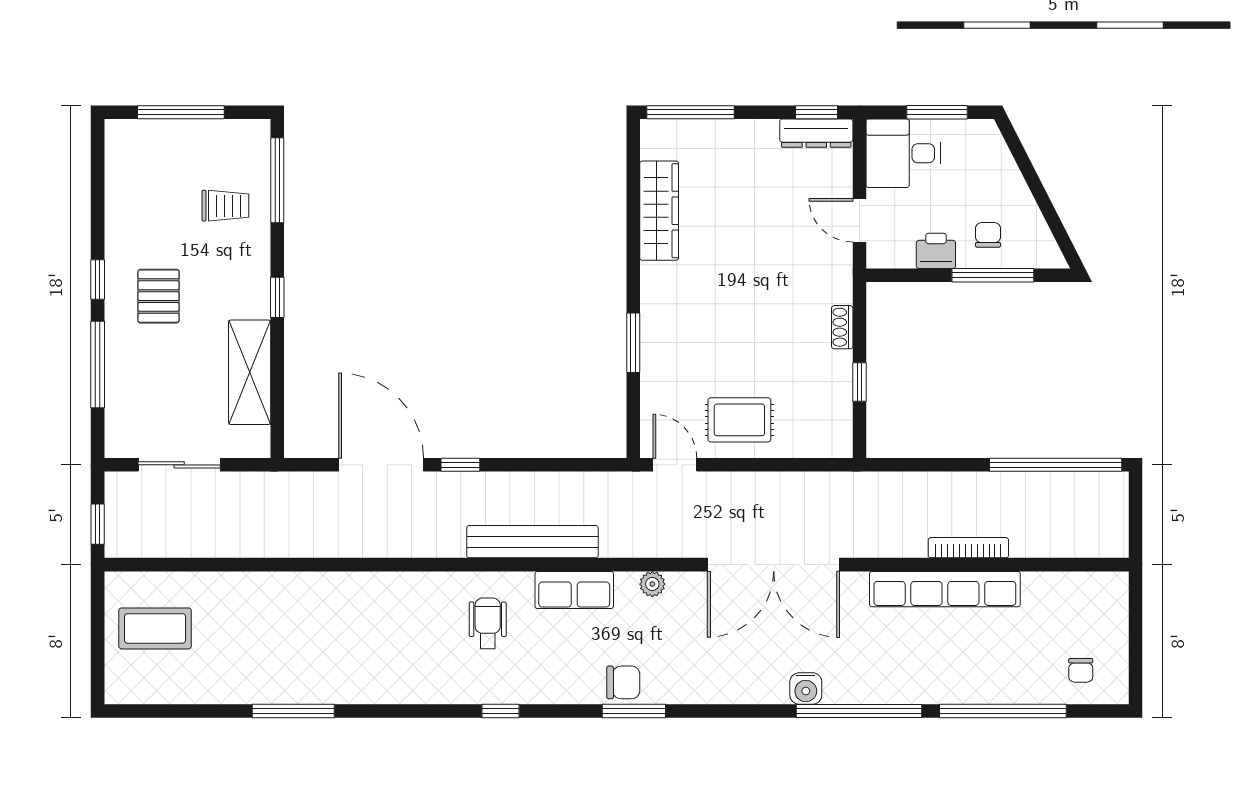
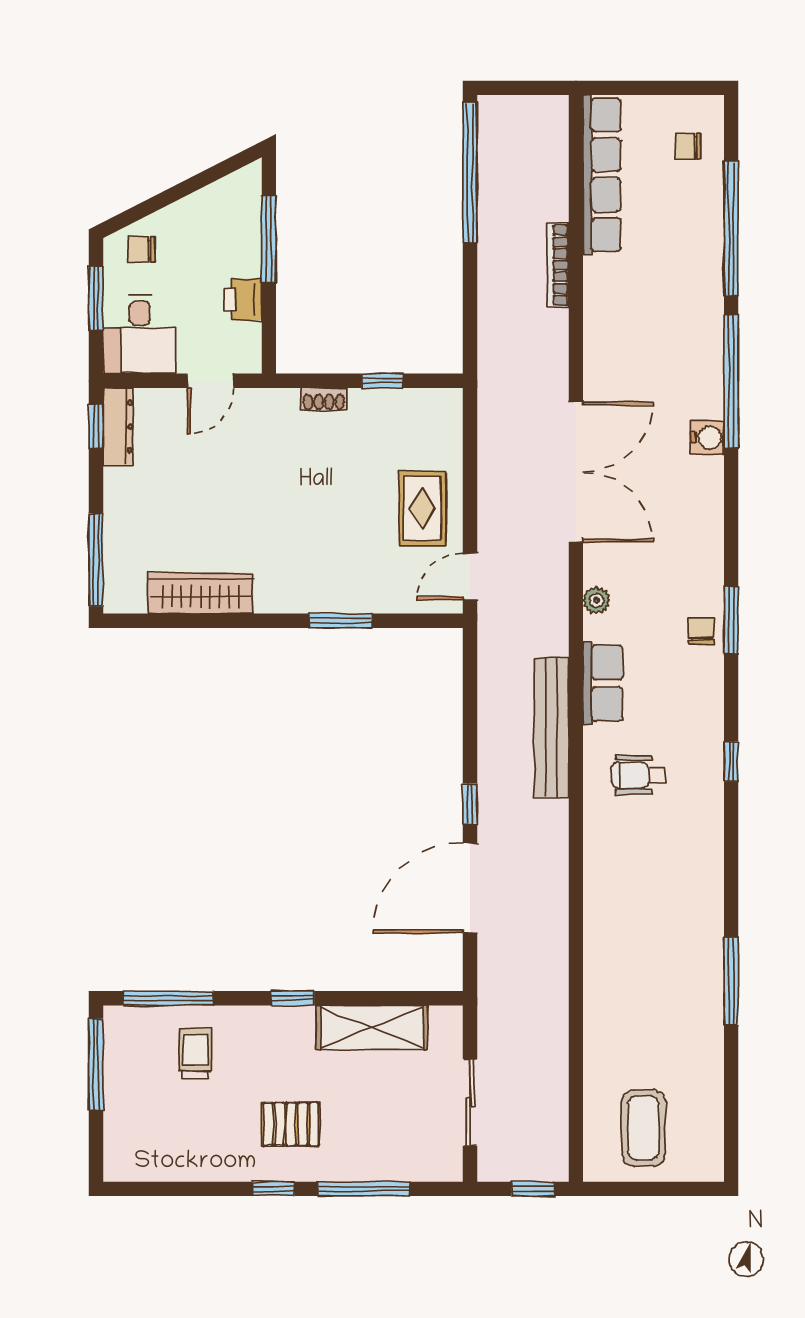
window: (181, 112) -> (96, 1065), moved
chair: (988, 235) -> (142, 249), moved
row of seats: (945, 589) -> (602, 175), moved
chair: (1081, 670) -> (688, 146), turned 180
chair: (623, 682) -> (701, 631), width x0.73, depth x0.73

